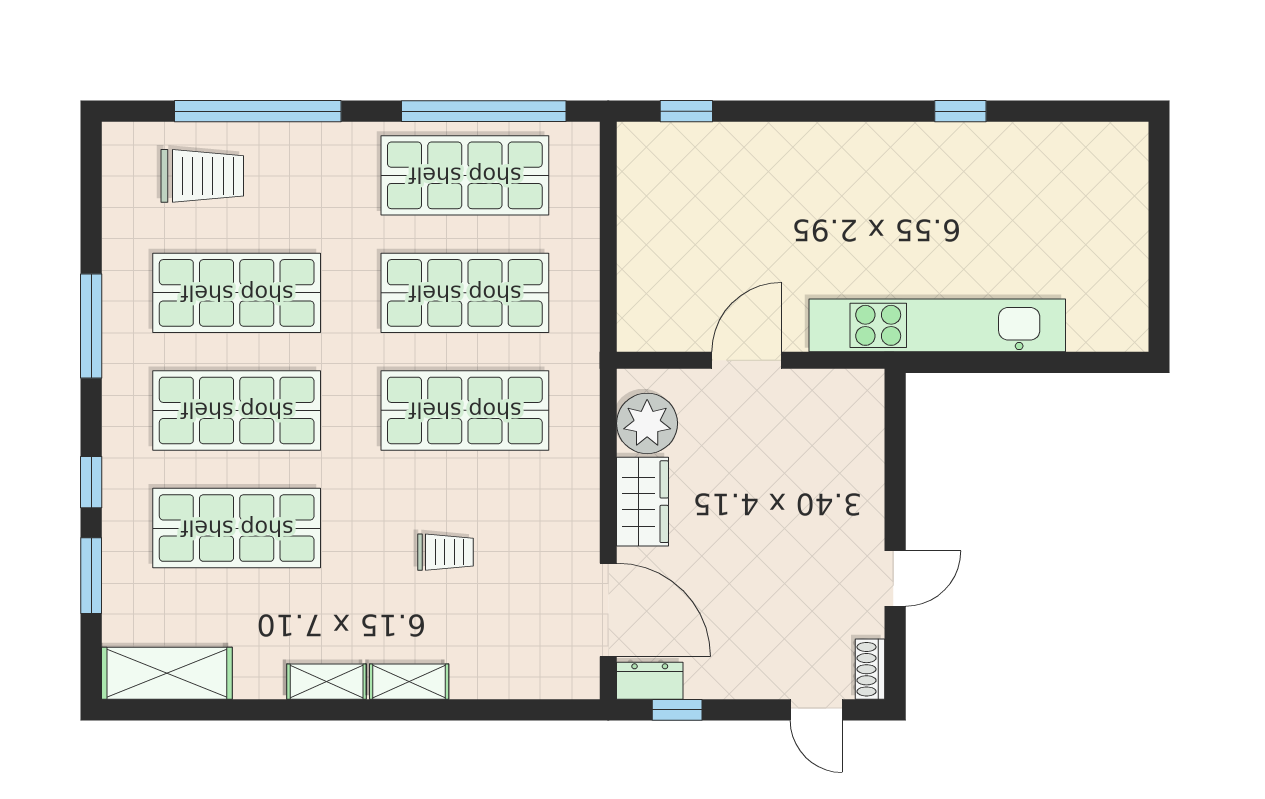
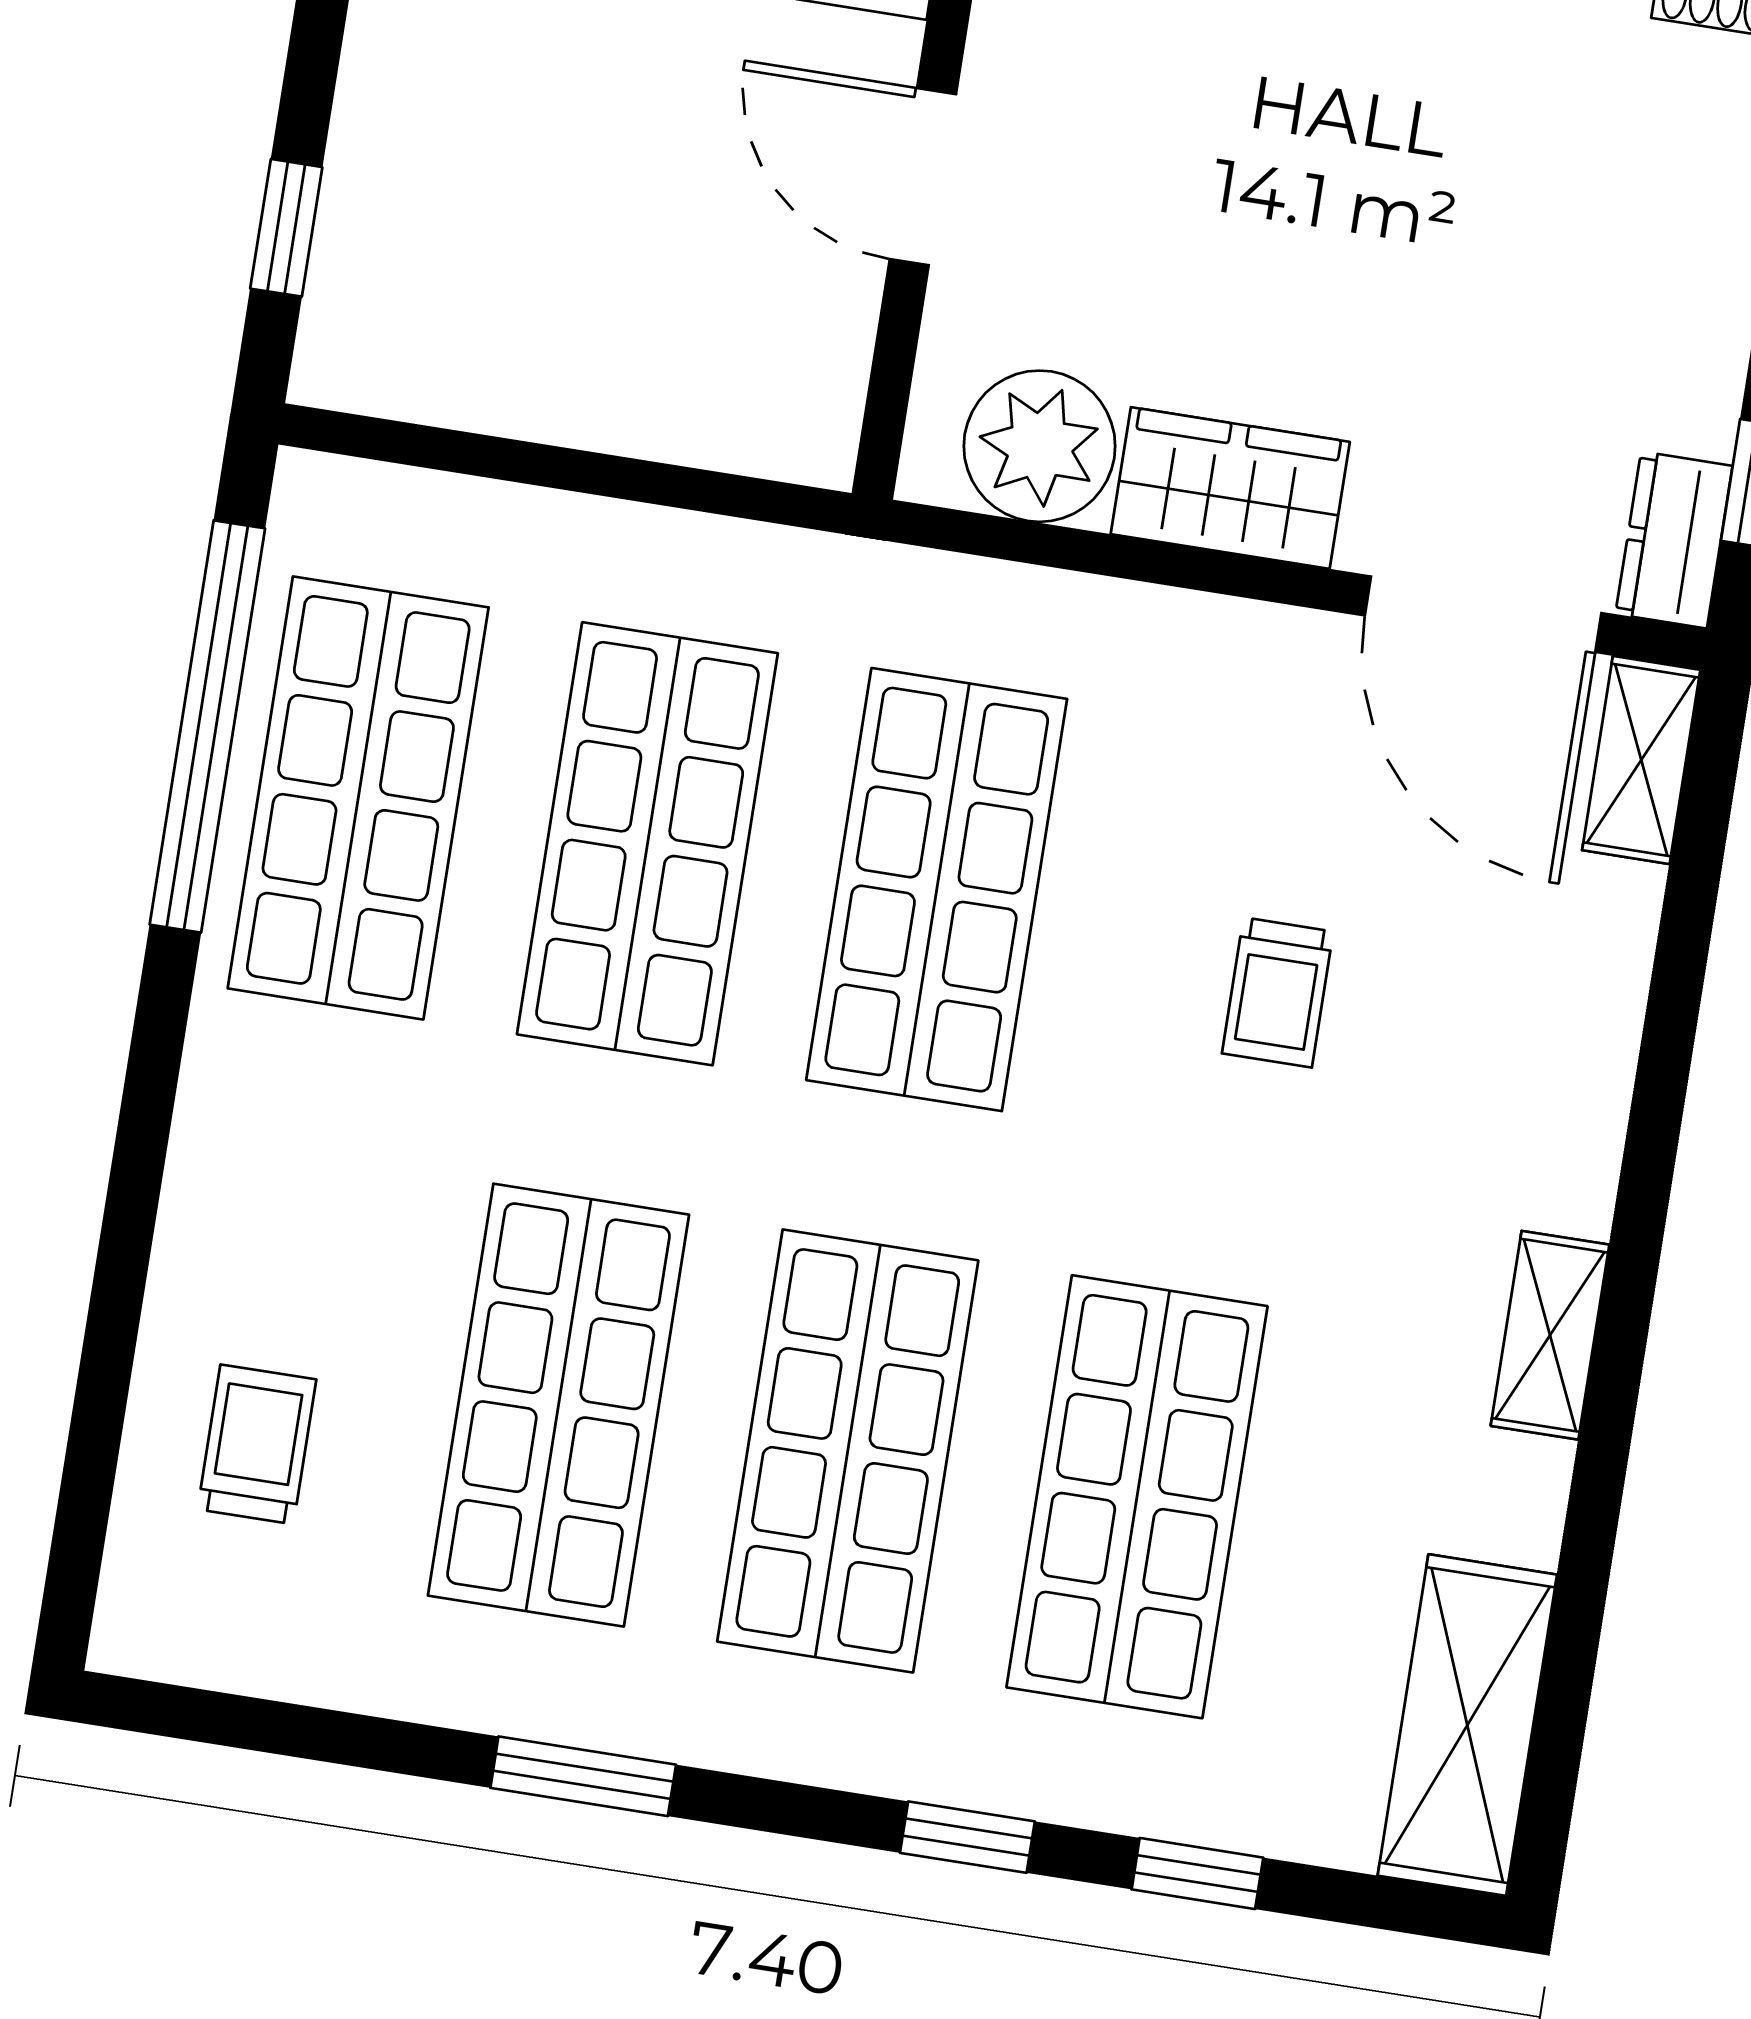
window: (258, 111) -> (119, 1282), removed
trolley: (202, 176) -> (257, 1444), width x0.73, depth x0.72
window: (91, 326) -> (583, 1776), width x0.69
trolley: (445, 552) -> (1278, 992), turned 180
window: (91, 576) -> (1197, 1873), width x0.67
door: (608, 610) -> (1483, 614), swing flipped
shelving: (409, 682) -> (1641, 760), moved

